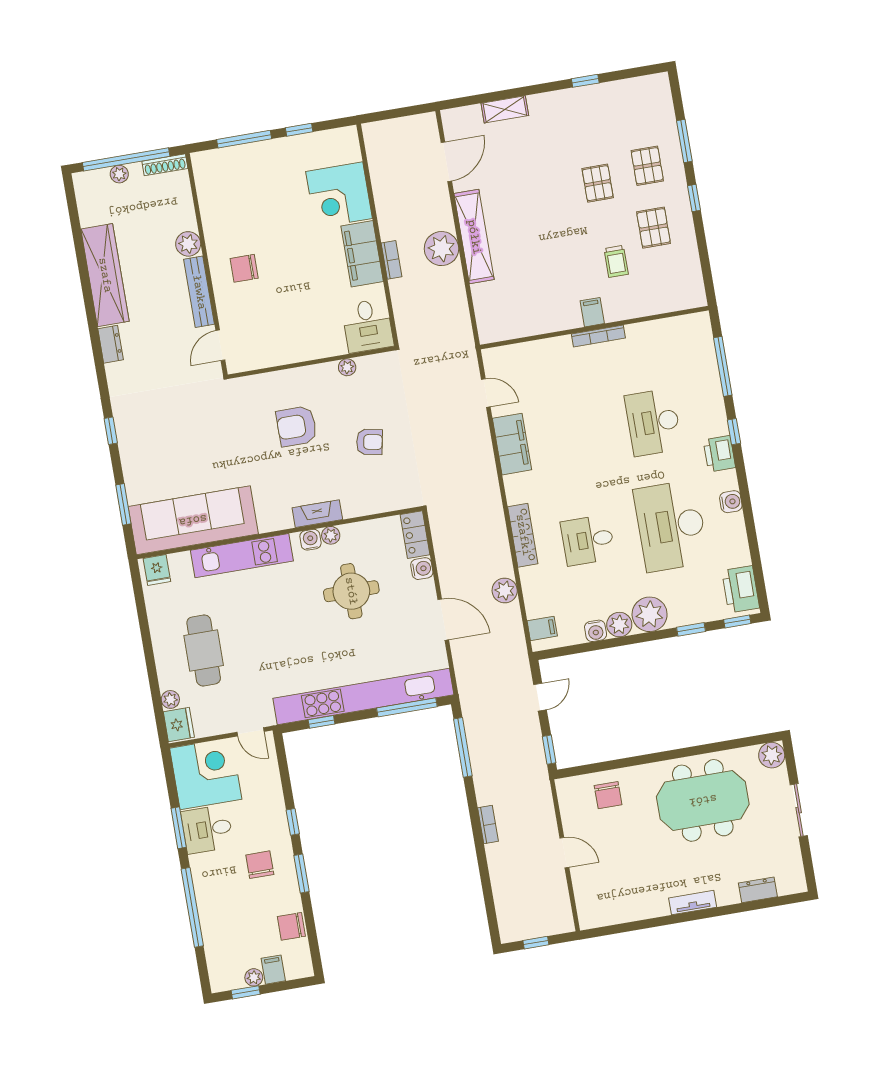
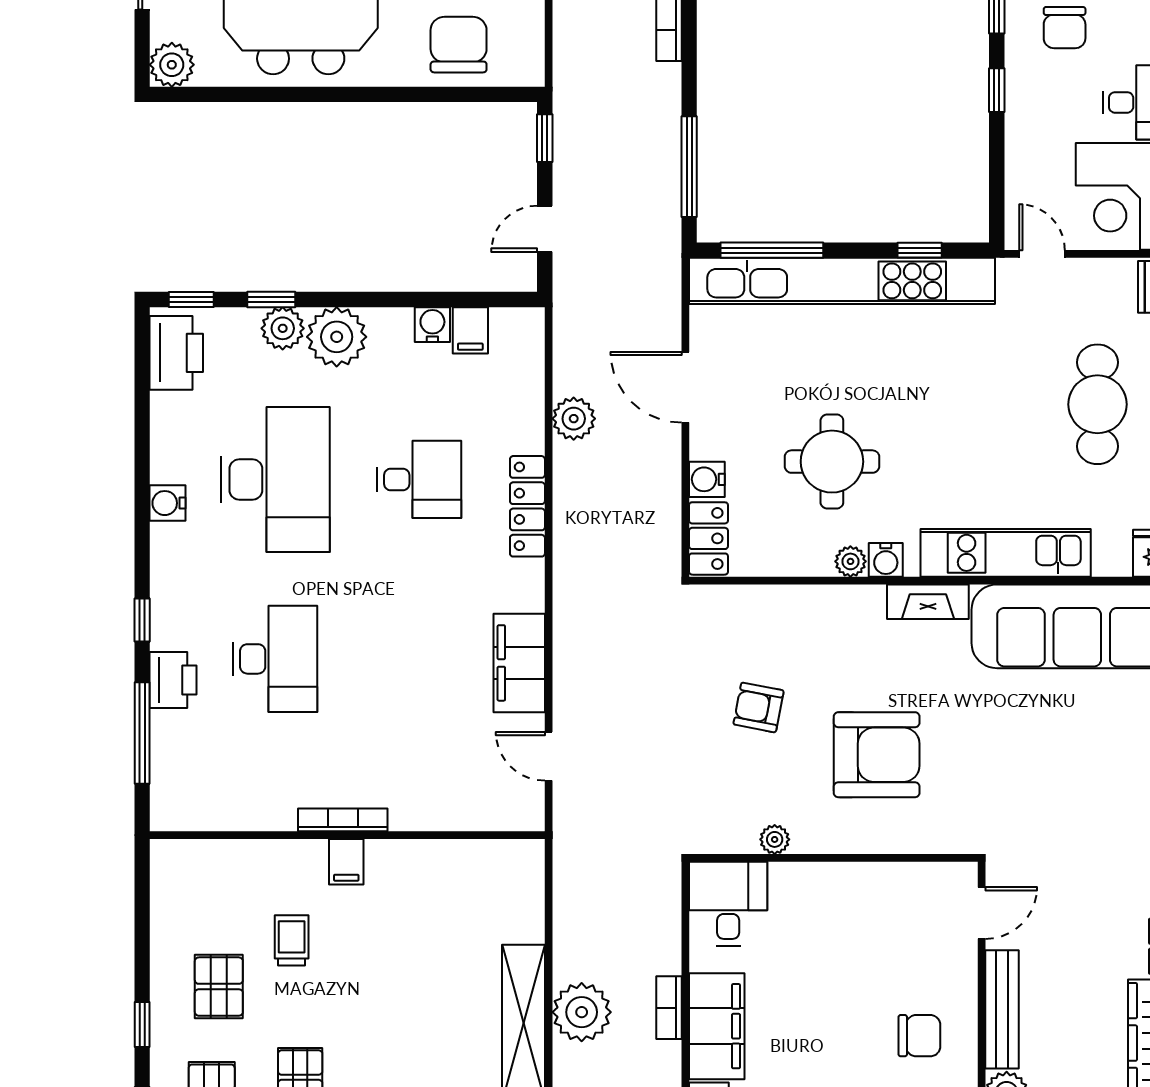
armchair: (297, 426) -> (877, 755), width x1.36, depth x1.36
printer: (719, 454) -> (173, 680), moved
fireplace: (317, 514) -> (928, 602), moved
plant: (619, 625) -> (283, 328), moved
filing cabinet: (542, 628) -> (470, 330), moved, turned -90
chair: (608, 795) -> (459, 45), width x1.37, depth x1.37

